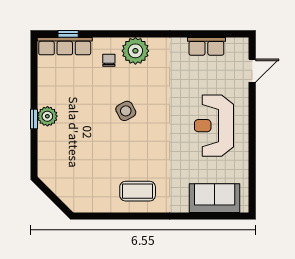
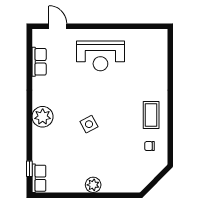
row of seats: (65, 46) -> (39, 178), width x0.68
chair: (109, 60) -> (149, 146), moved
window: (34, 119) -> (95, 195), removed
sofa: (215, 198) -> (156, 55), removed

